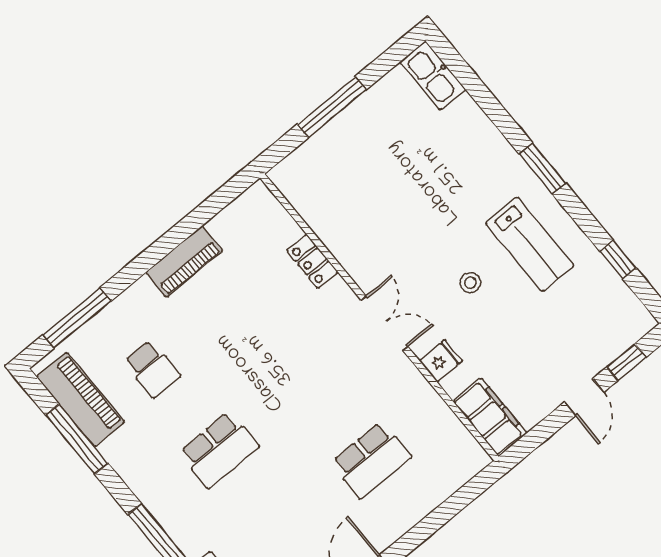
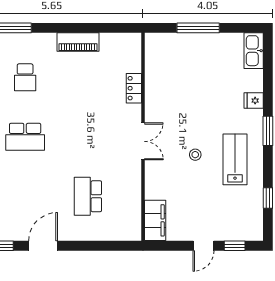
lab bench: (530, 244) -> (235, 159), turned 180
fridge: (441, 361) -> (254, 101), moved, turned 180
school desk: (371, 460) -> (88, 196), turned 90

